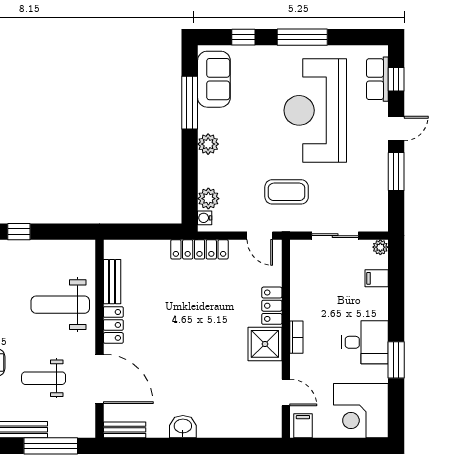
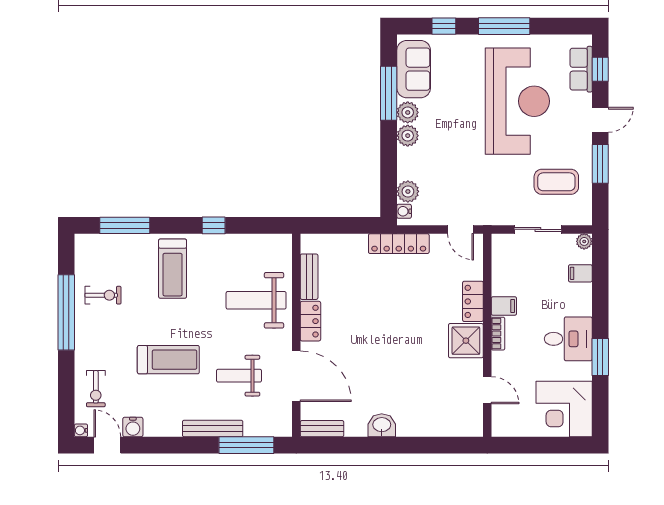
reception desk: (315, 110) -> (517, 101), turned 180
plant: (208, 121) -> (408, 112), added
coffee table: (287, 192) -> (556, 182), moved
filing cabinet: (303, 426) -> (504, 306), moved, turned 90

